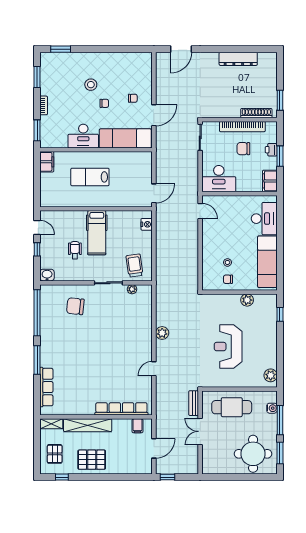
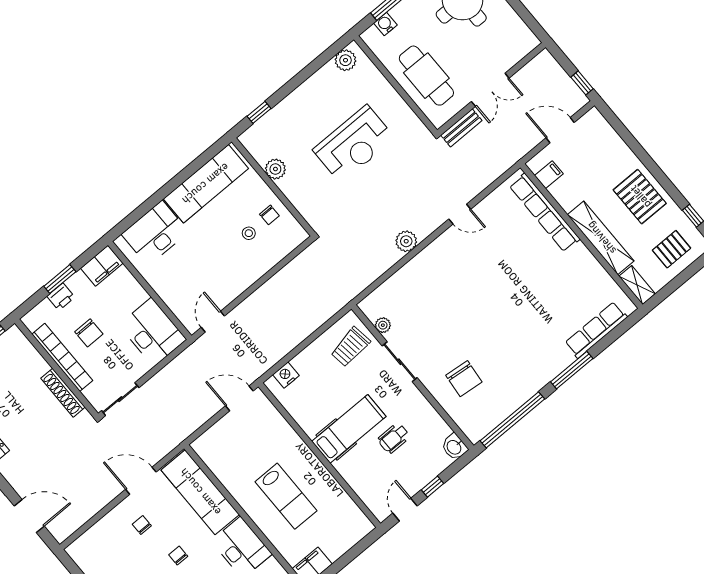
shoe rack: (256, 113) -> (63, 393), moved

